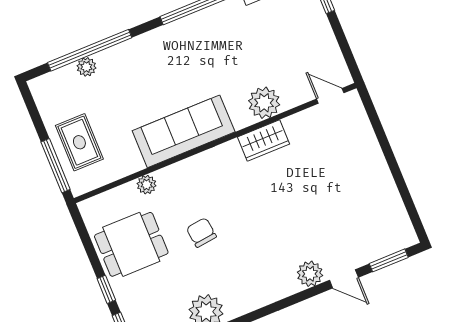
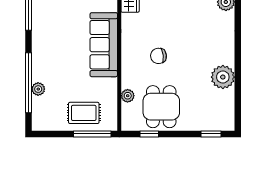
plant: (147, 185) -> (128, 96), moved
chair: (201, 232) -> (159, 56), moved
window: (106, 289) -> (149, 134), moved

